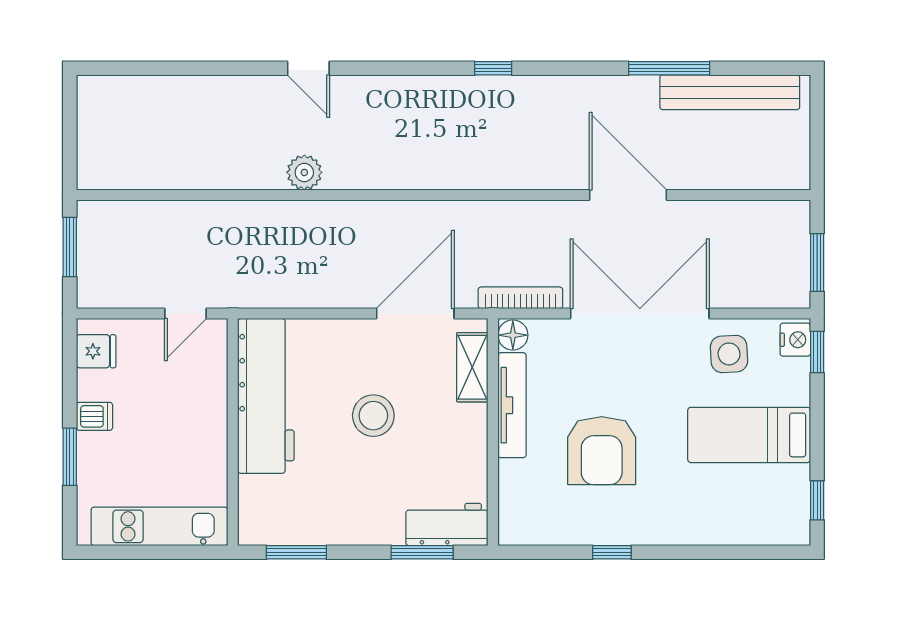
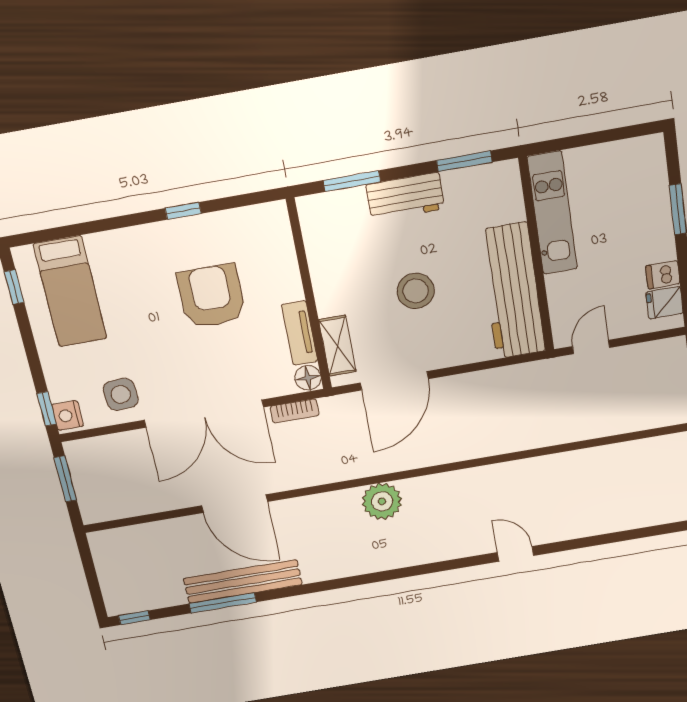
window: (493, 68) -> (134, 618), moved
bench: (730, 92) -> (243, 582), moved
plant: (304, 172) -> (382, 501), moved, width x1.36, depth x1.36
bookcase: (520, 298) -> (295, 411), width x0.64
tv unit: (512, 405) -> (300, 333), width x0.71
dishwasher: (94, 416) -> (663, 275), moved
bed: (749, 435) -> (70, 292), moved, turned 90
workbench: (447, 524) -> (405, 197), moved
kitchen unit: (159, 526) -> (552, 213), moved, turned -90

